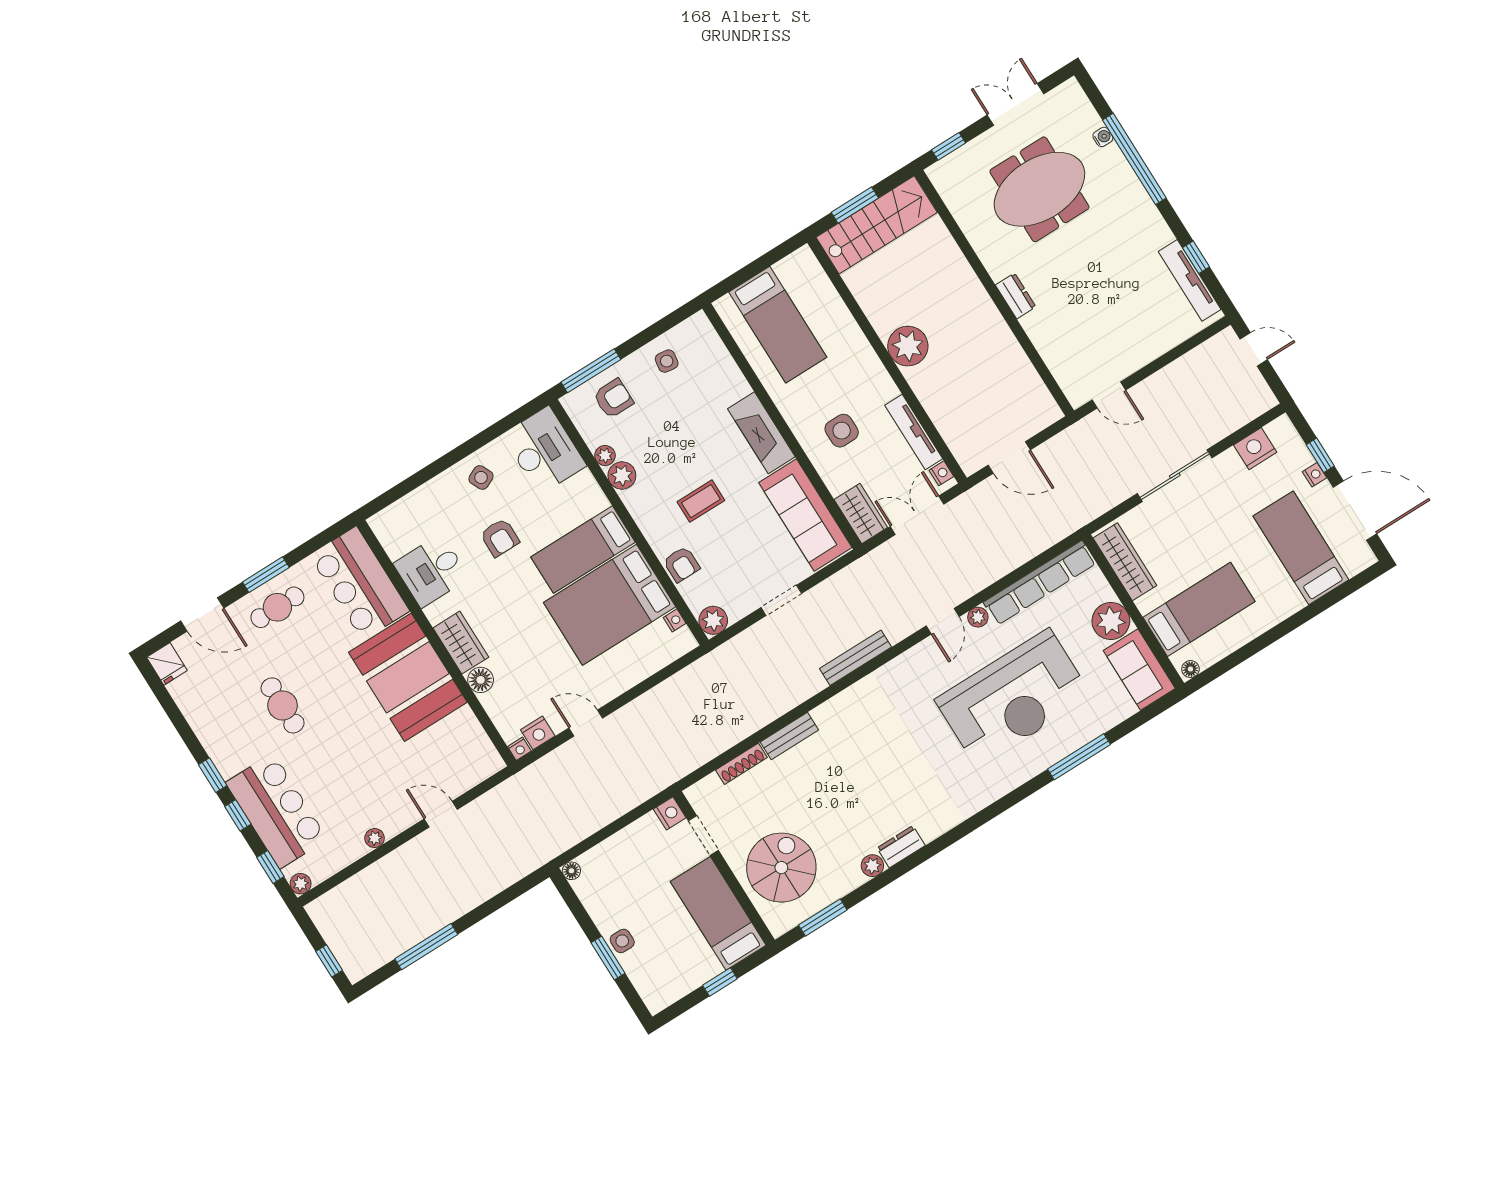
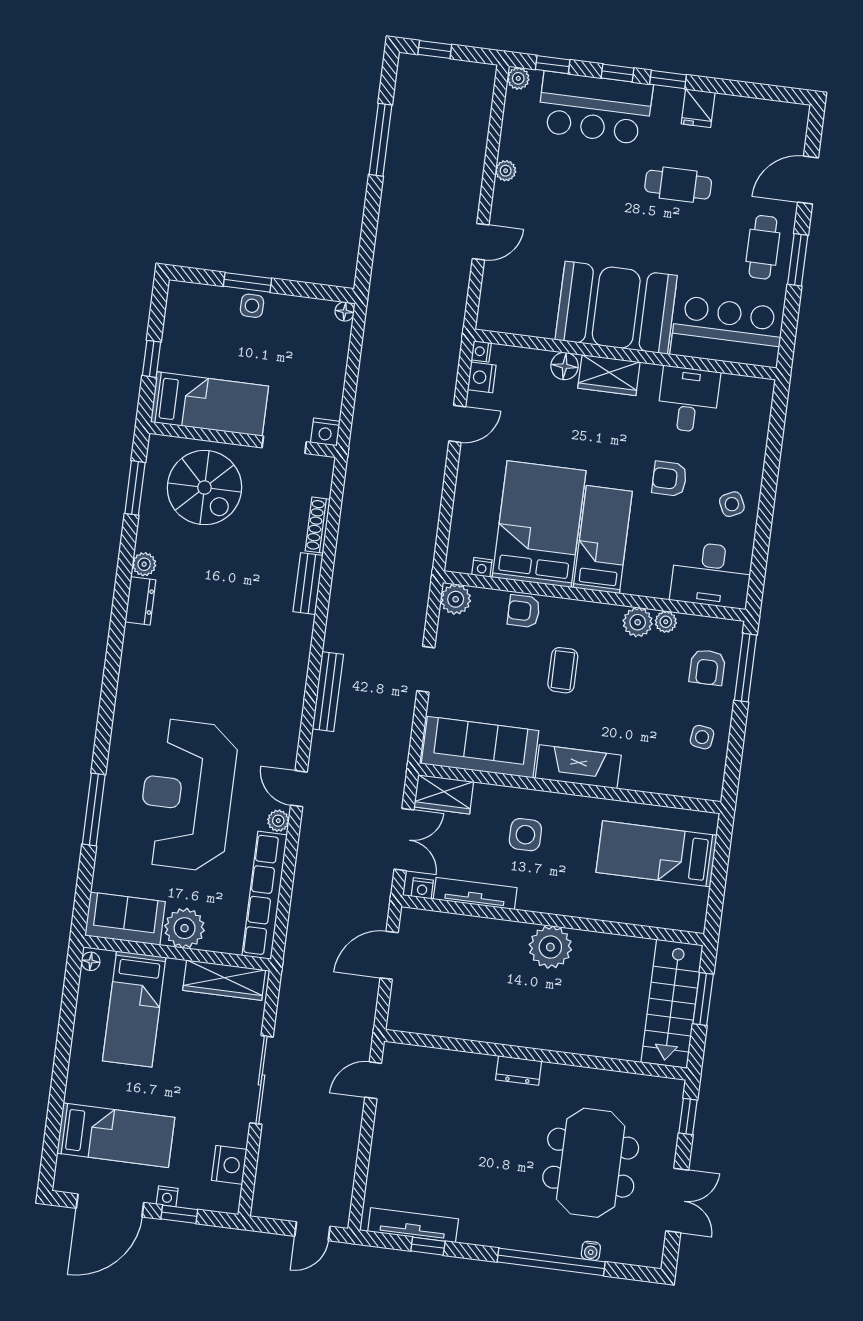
fridge: (167, 664) -> (698, 108), moved, turned -90

